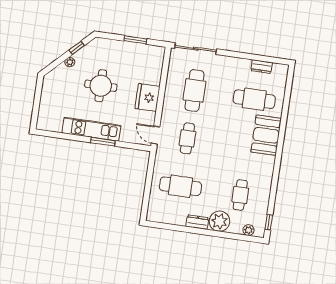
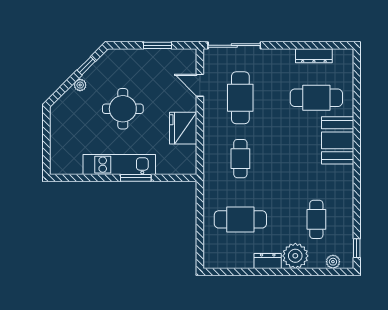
dresser: (262, 67) -> (314, 56), width x1.44
fridge: (147, 97) -> (183, 128), moved
door: (155, 135) -> (200, 85), moved

